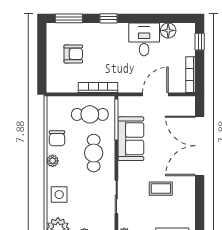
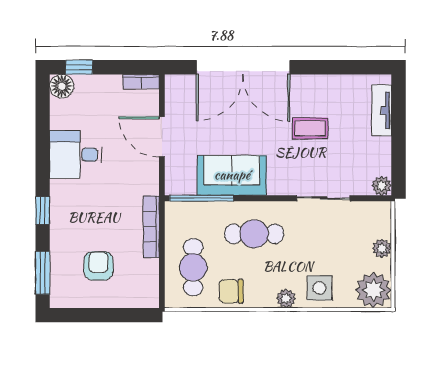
floor lamp: (168, 30) -> (62, 86), moved
bookcase: (191, 75) -> (141, 82), width x0.64
cafe table: (90, 114) -> (193, 267), moved
chair: (57, 138) -> (231, 291), turned 180
plant: (53, 161) -> (286, 298), moved
coffee table: (161, 189) -> (310, 128), turned 90

